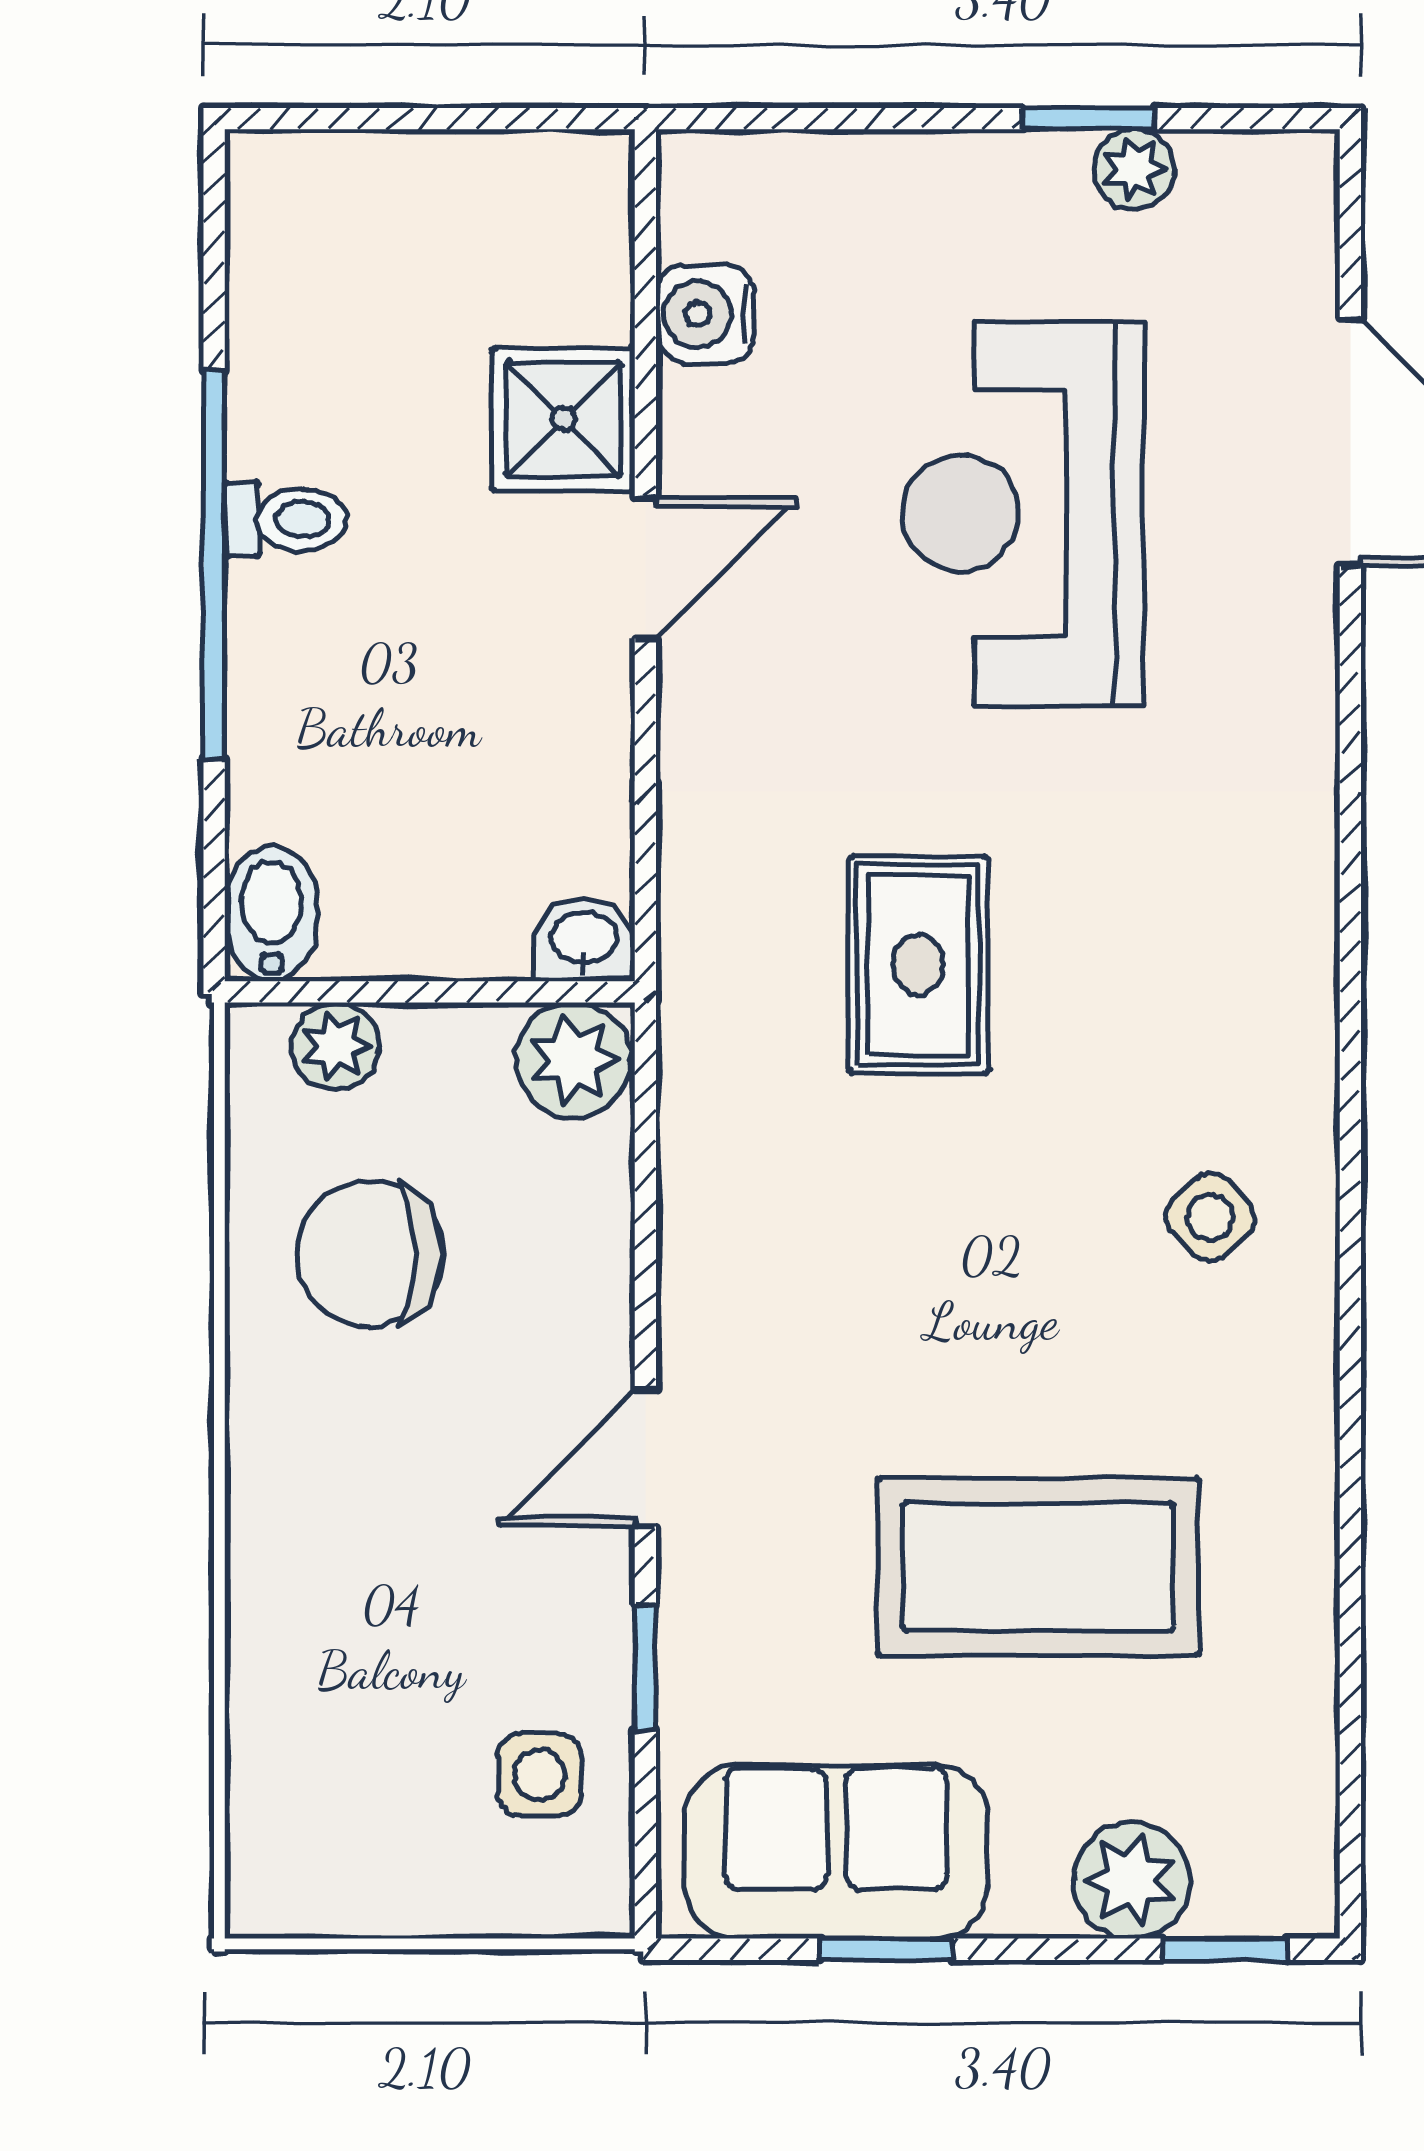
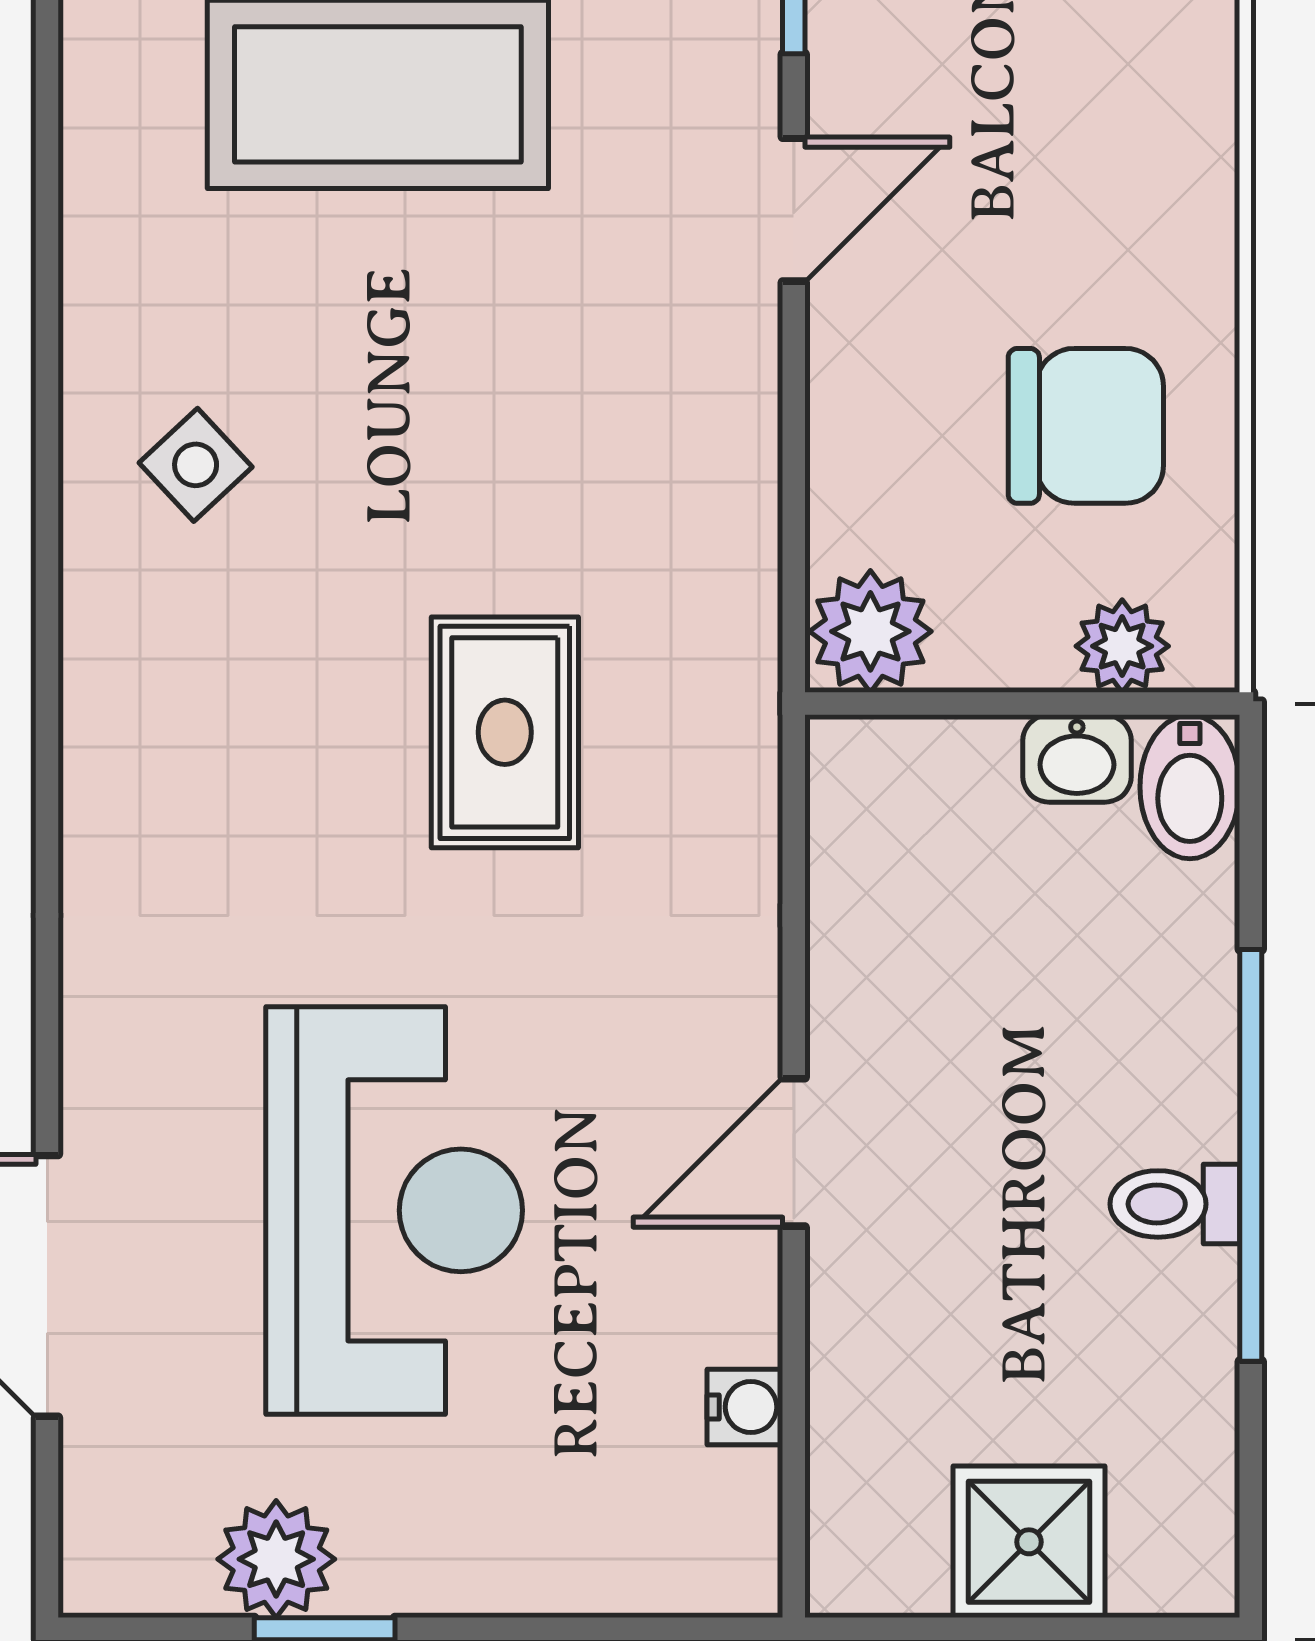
plant: (1134, 169) -> (276, 1559), width x1.38, depth x1.38
water cooler: (705, 314) -> (745, 1407), width x0.72, depth x0.72
shower: (563, 419) -> (1029, 1542), moved
washbasin: (584, 940) -> (1077, 759), moved

